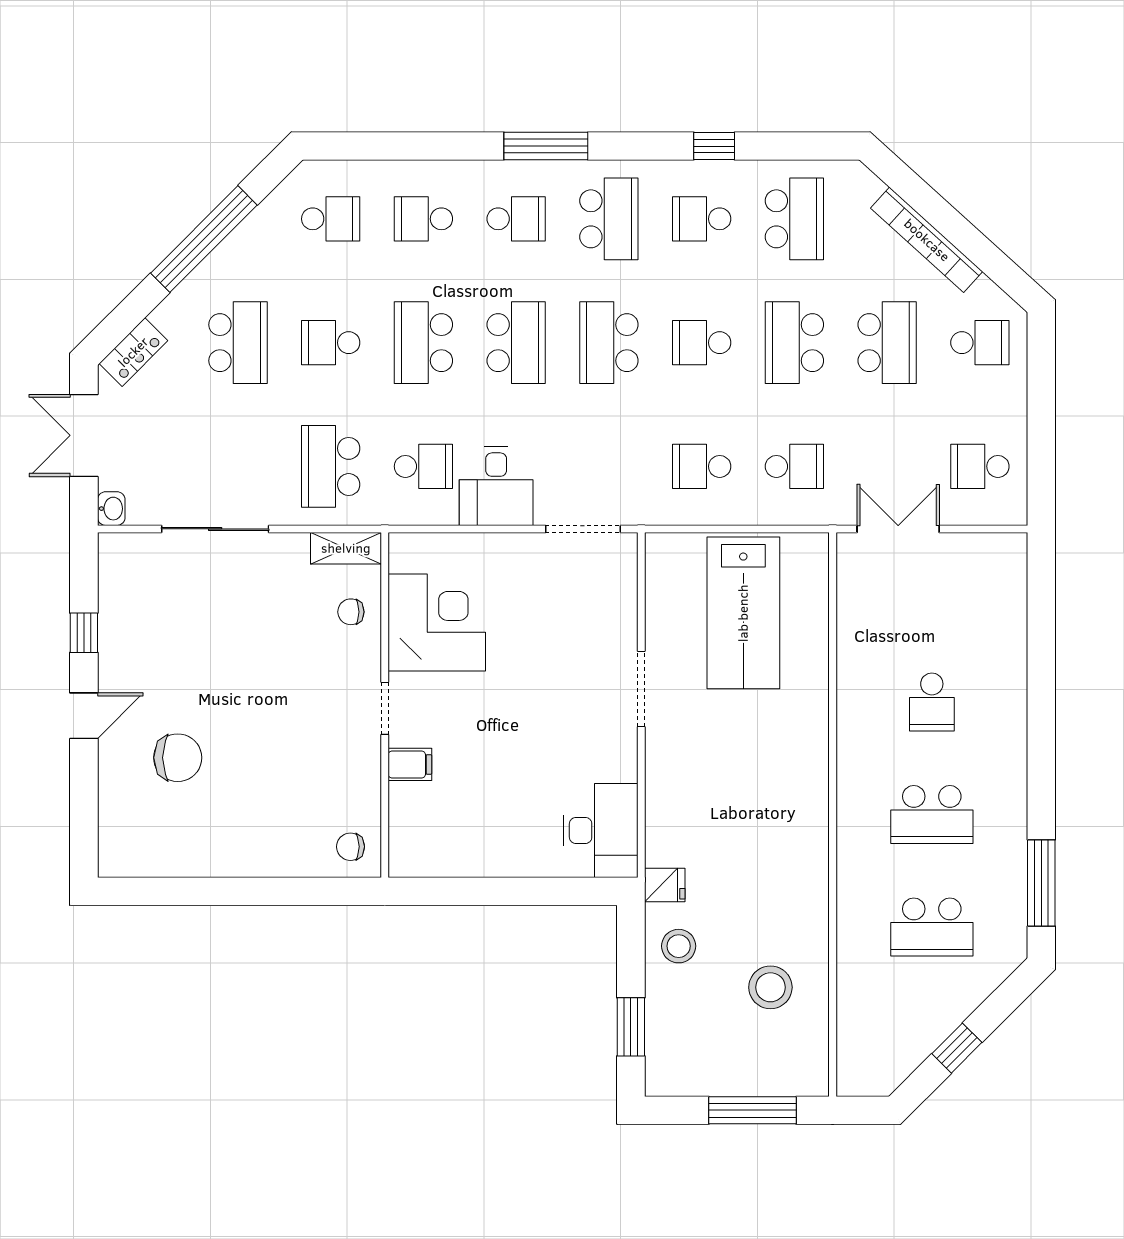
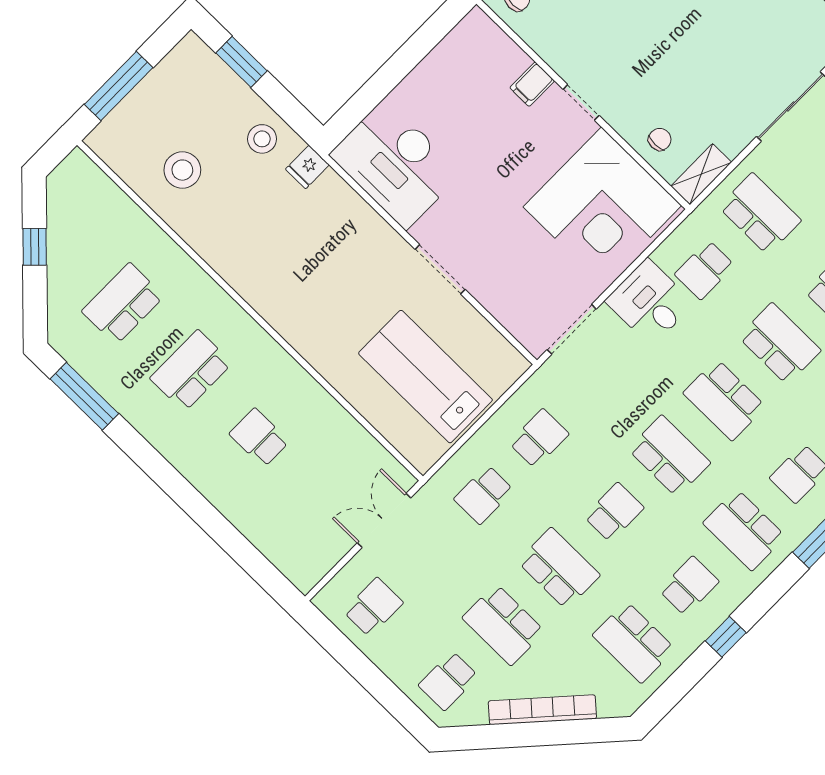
double door: (898, 529) -> (384, 520), swing flipped
corner desk: (437, 622) -> (602, 206), width x1.36, depth x1.36
desk: (601, 830) -> (396, 164), width x1.36, depth x1.30

